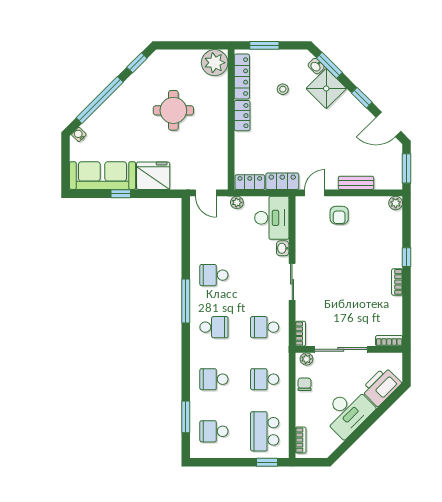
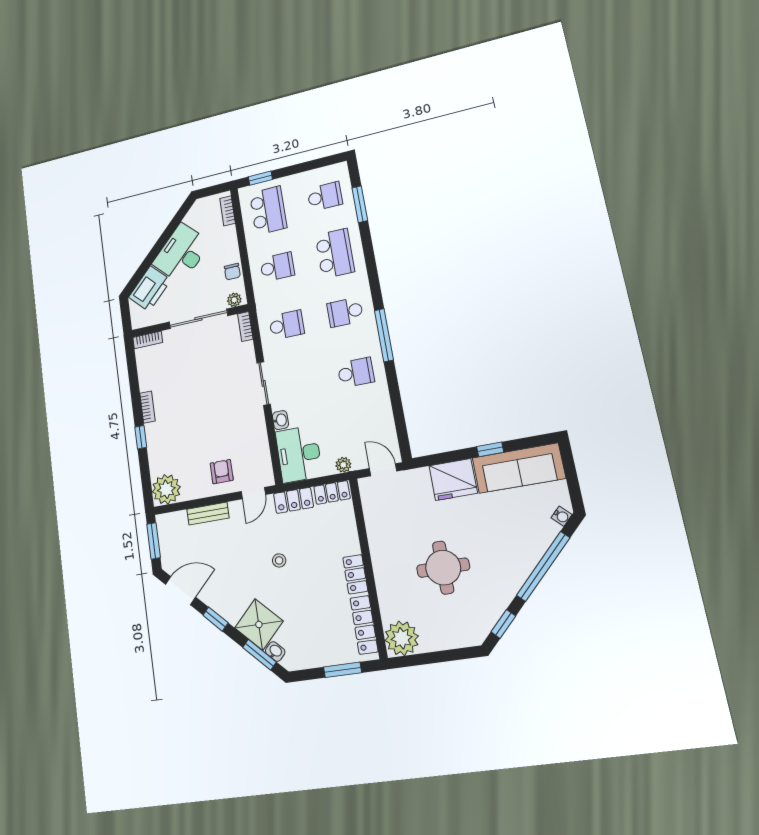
stool: (283, 89) -> (279, 560), moved
plant: (396, 203) -> (166, 489), width x1.88, depth x1.88
school desk: (214, 379) -> (335, 253), width x1.85

